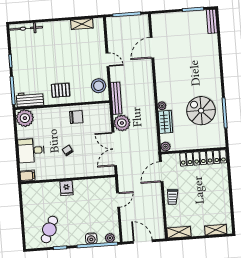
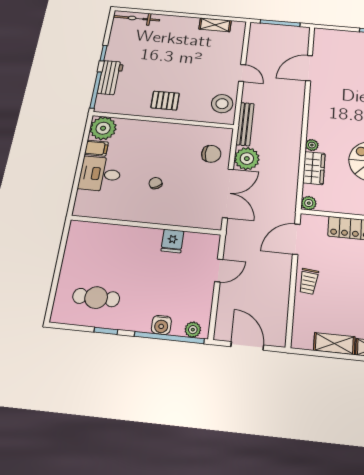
workbench: (30, 99) -> (110, 78), moved, turned 90
chair: (76, 117) -> (211, 154), moved
double door: (114, 149) -> (228, 193), swing flipped
filing cabinet: (27, 176) -> (96, 148), moved
fridge: (66, 188) -> (172, 241), moved
cafe table: (49, 230) -> (96, 298), turned 65
shelving: (179, 232) -> (334, 344), moved

